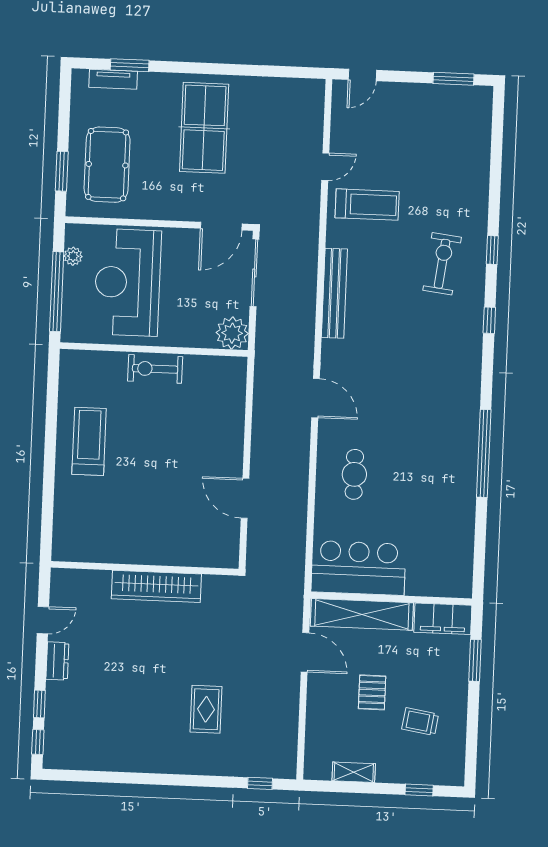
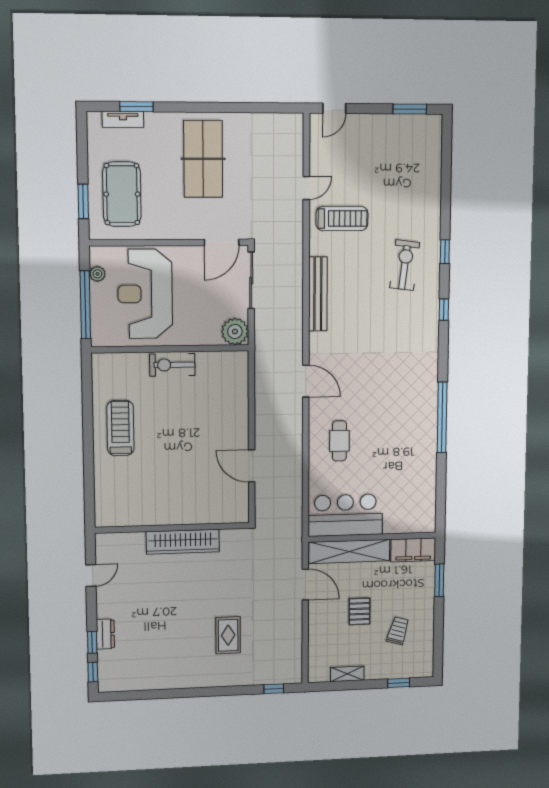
dresser: (57, 661) -> (105, 634), moved
trolley: (420, 722) -> (398, 631), turned 97

